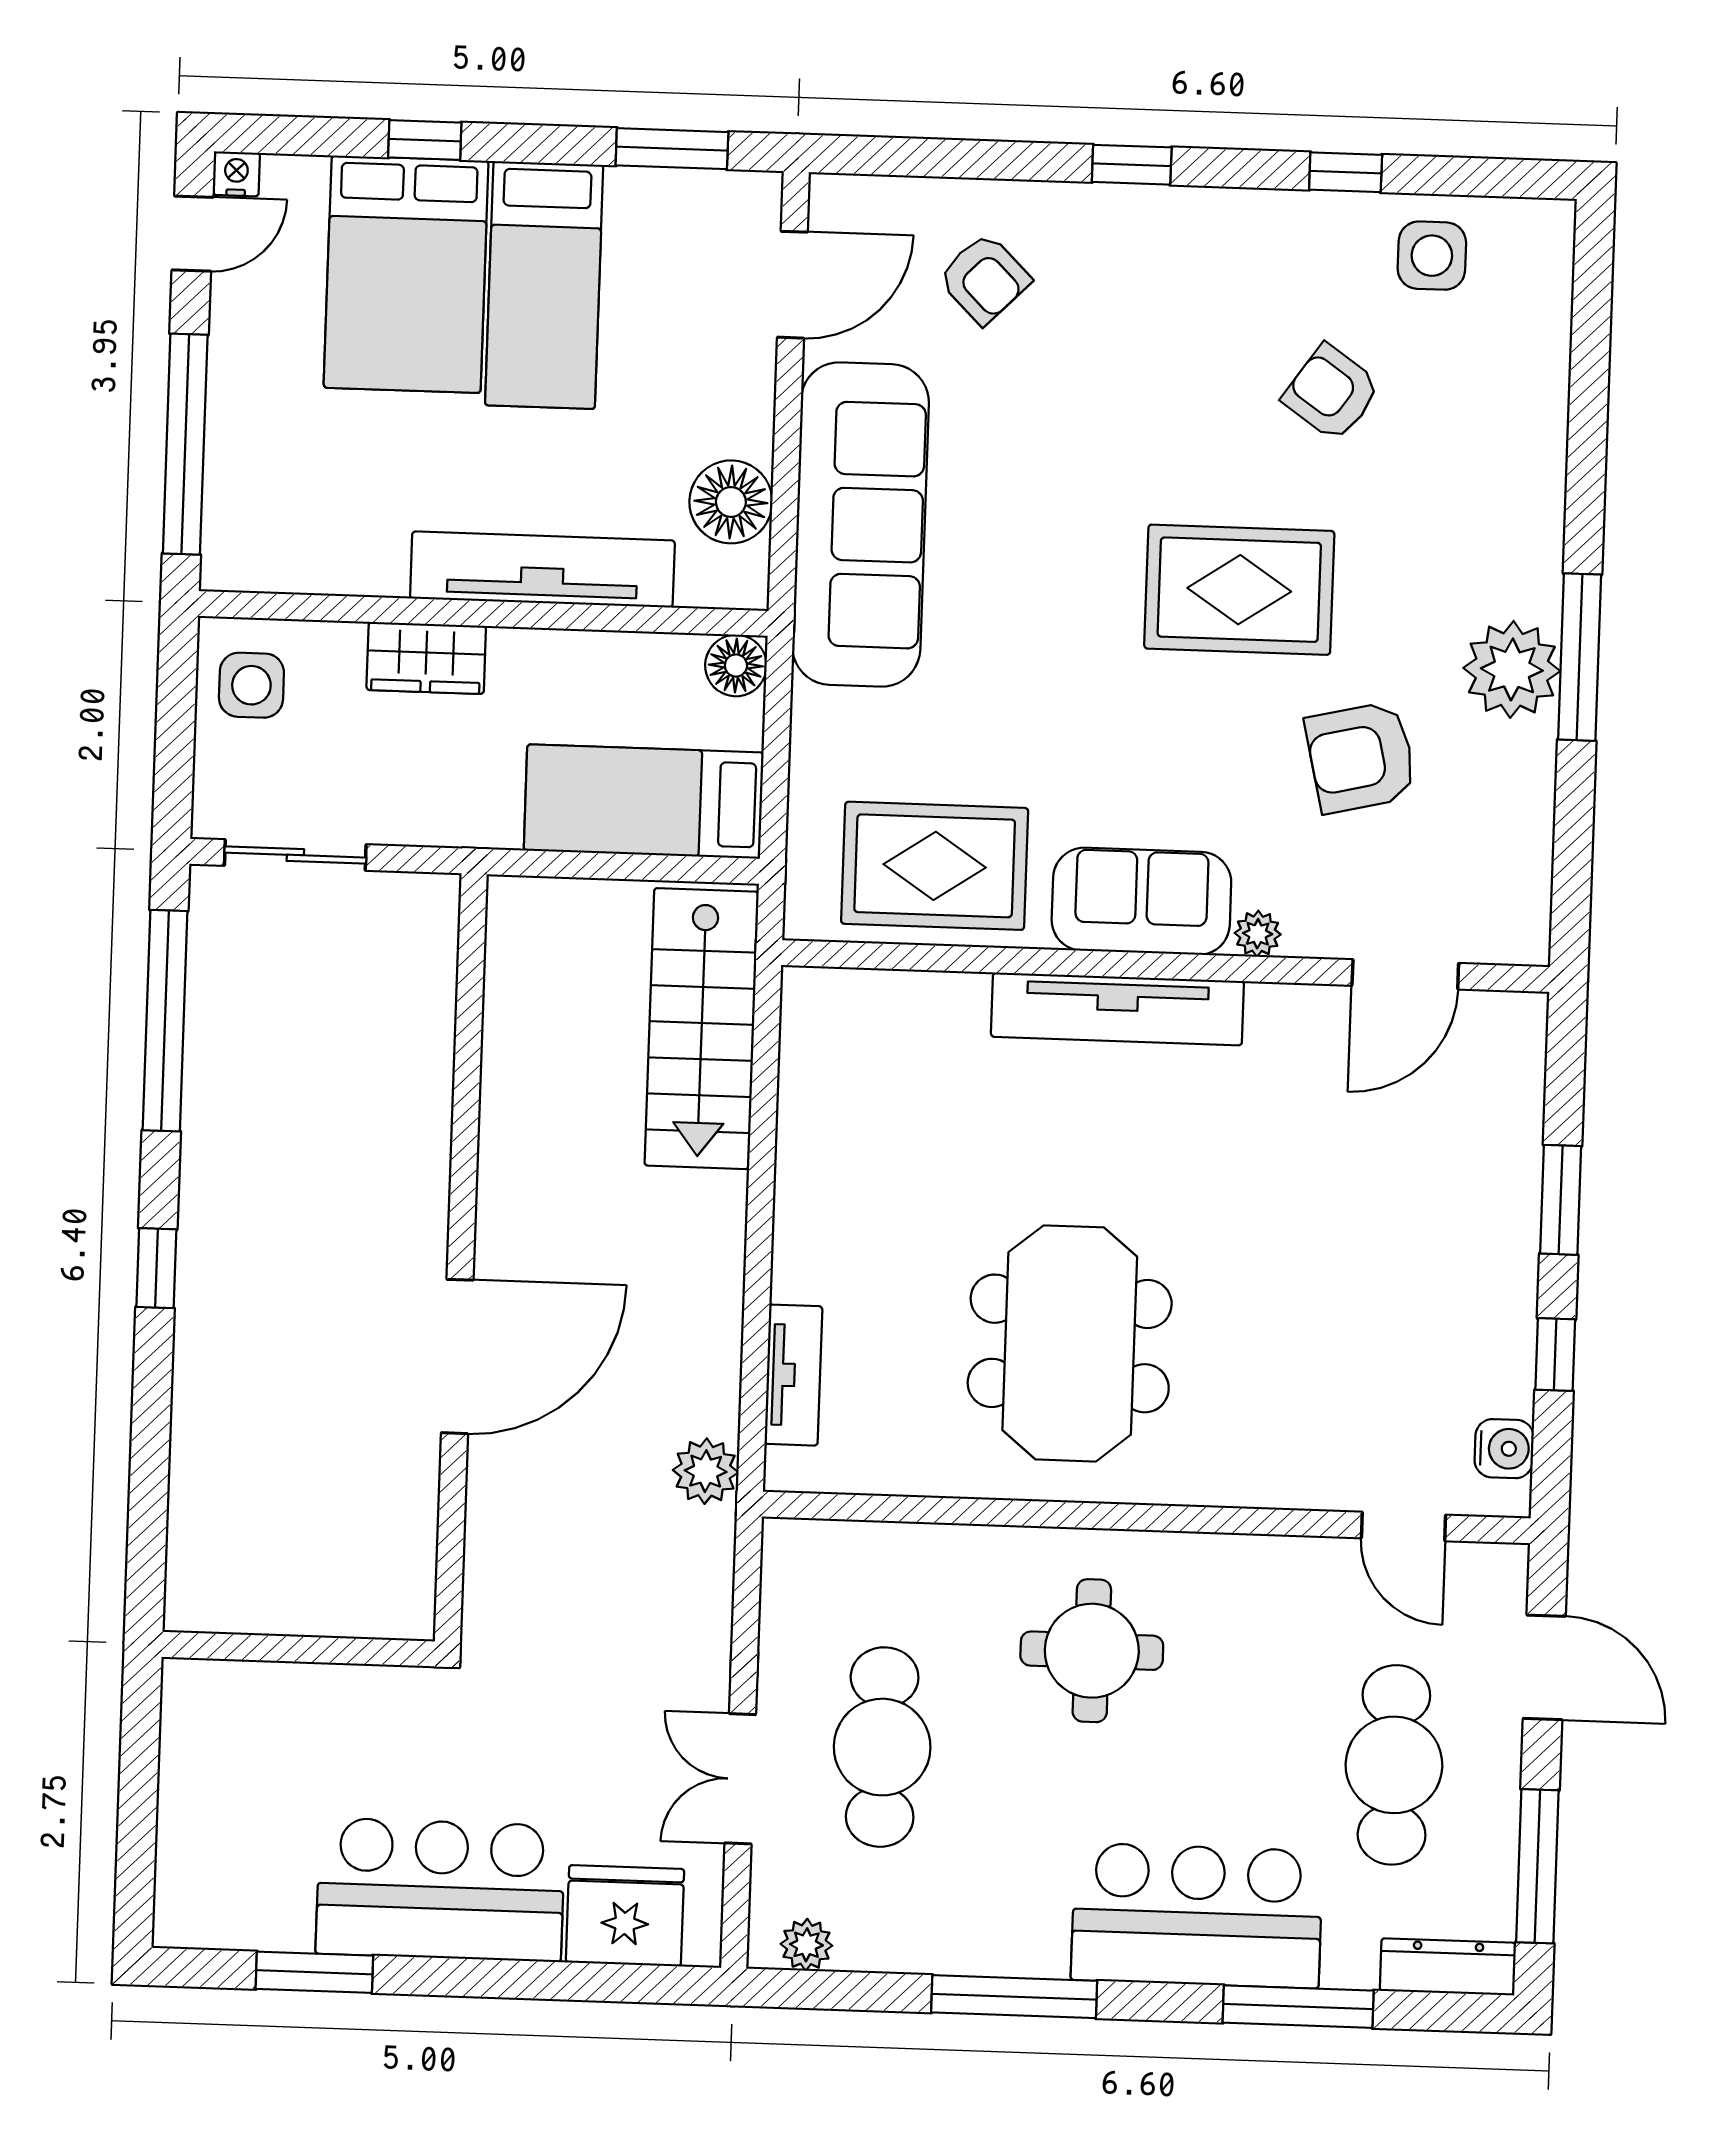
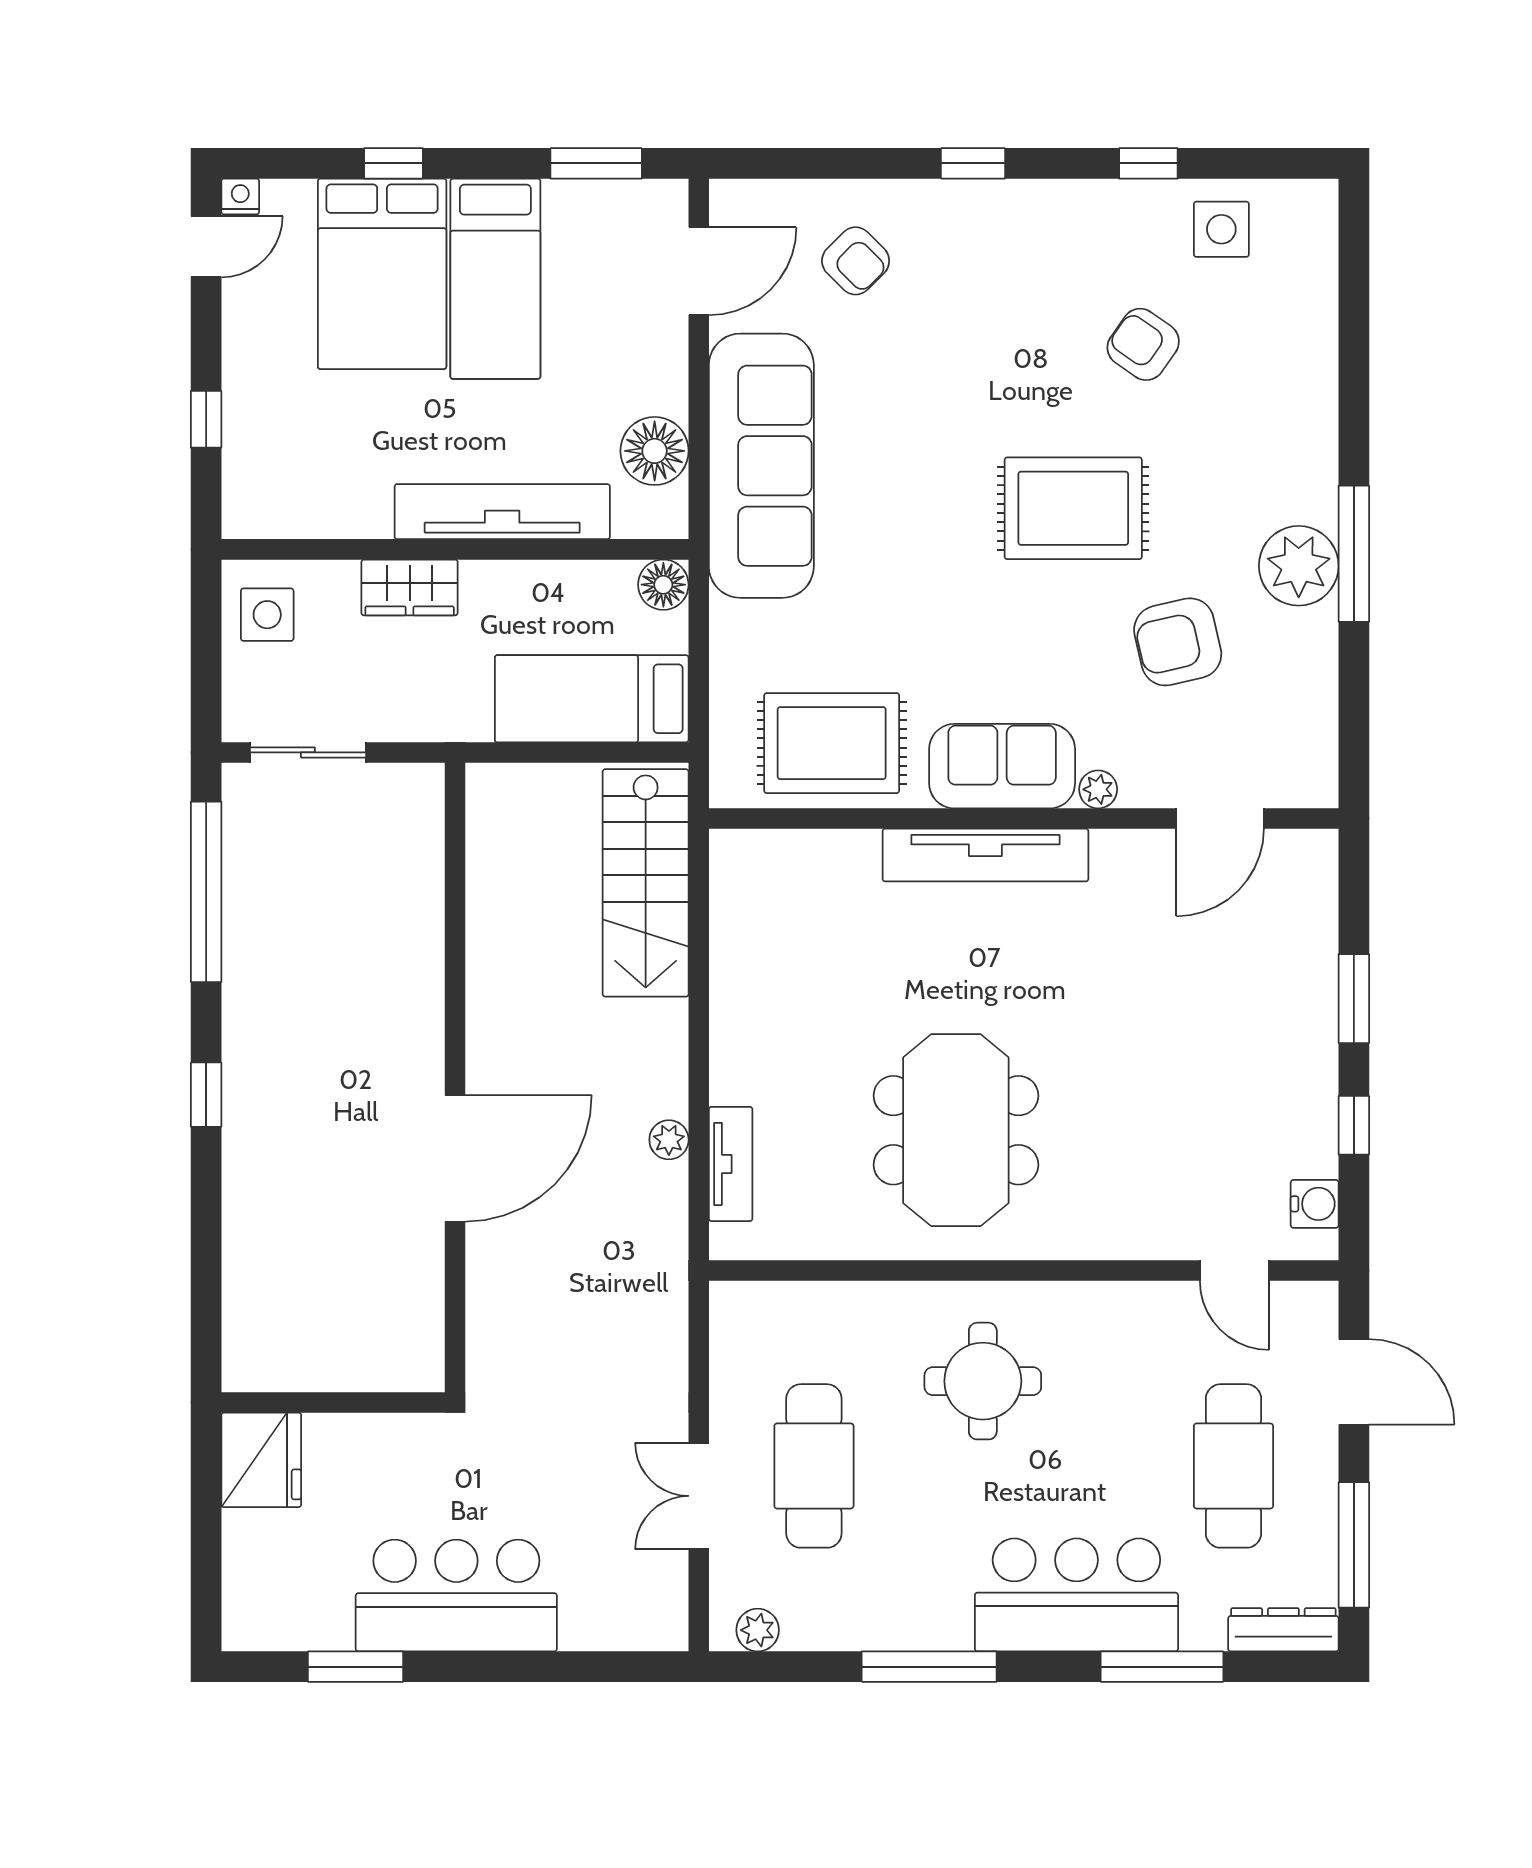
window: (185, 444) -> (206, 419), width x0.32
plant: (706, 1471) -> (669, 1140), moved, width x0.73, depth x0.73
fridge: (625, 1916) -> (261, 1460), moved, turned 90

